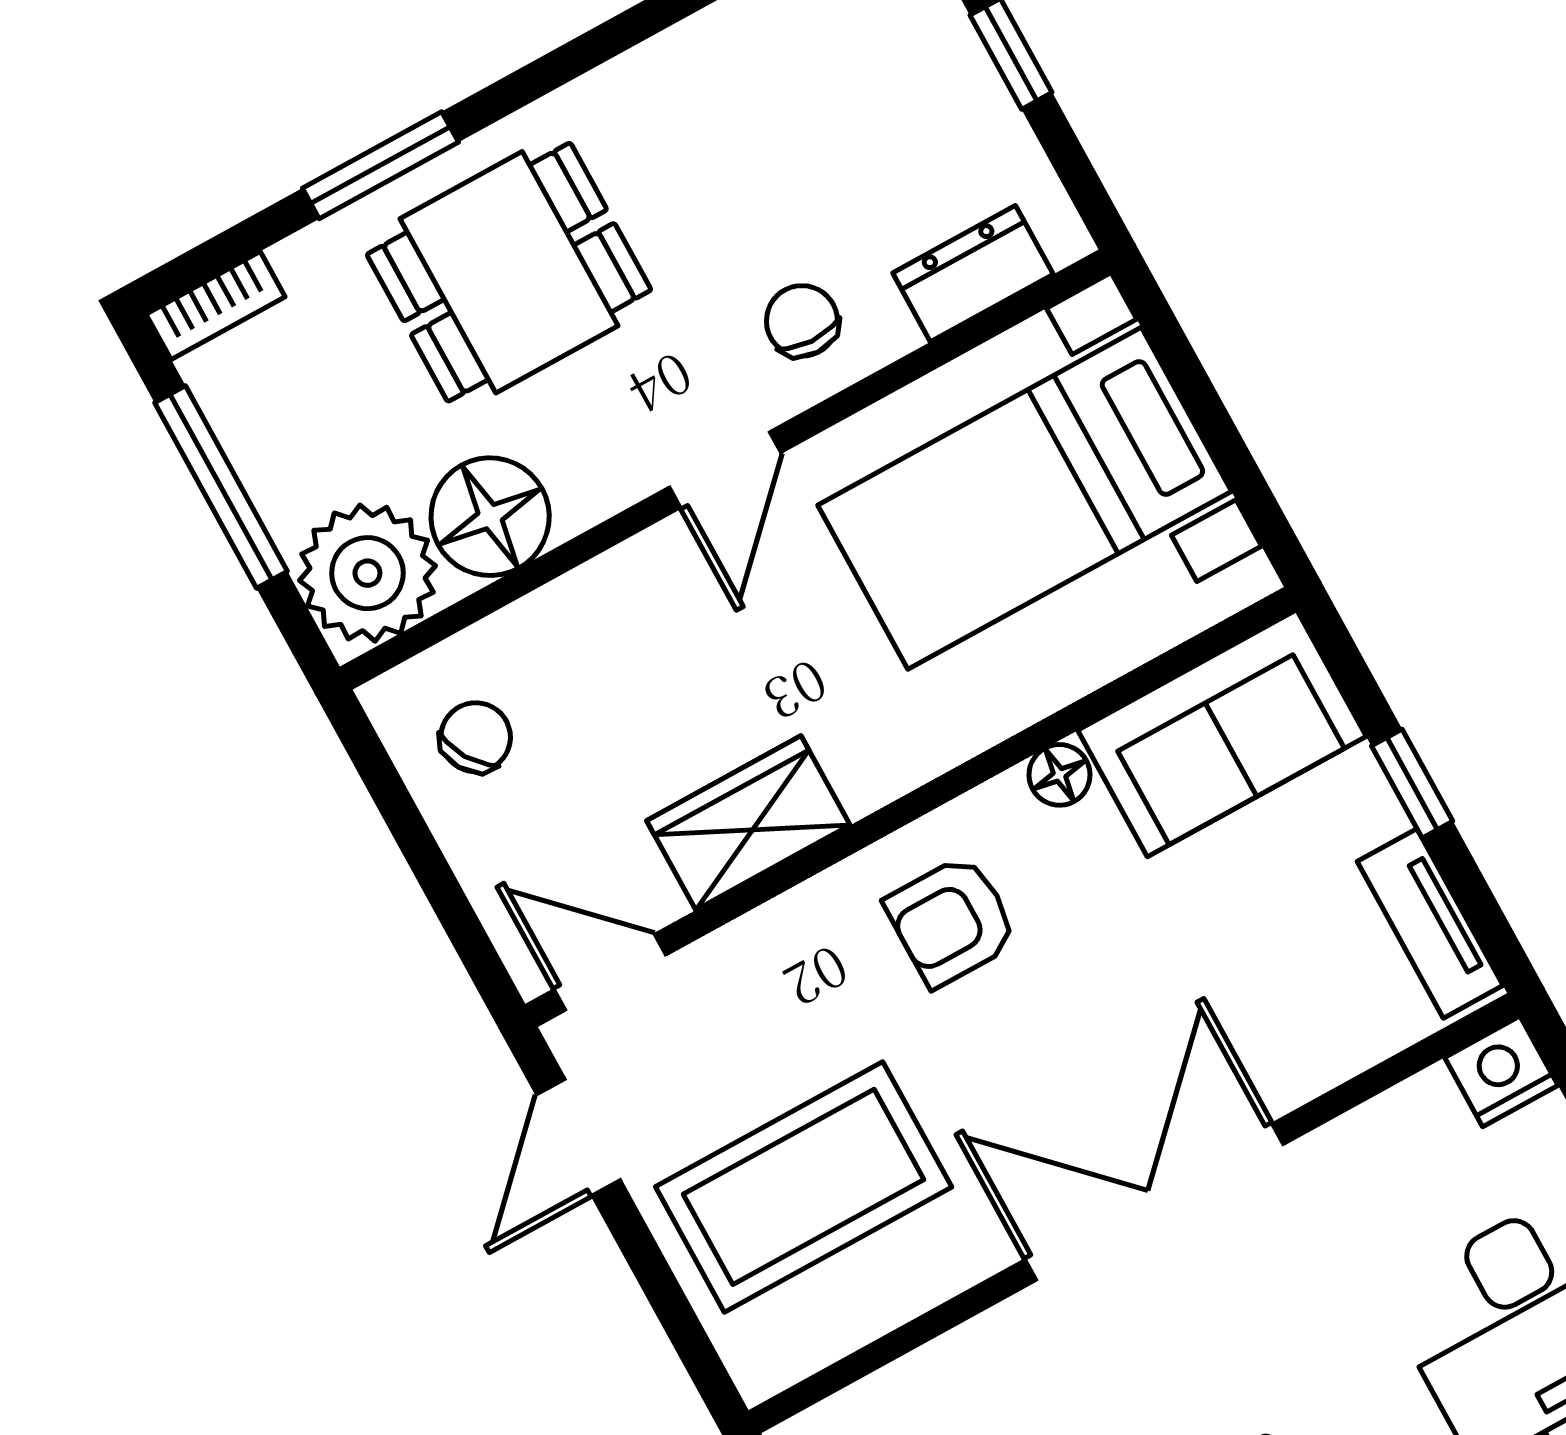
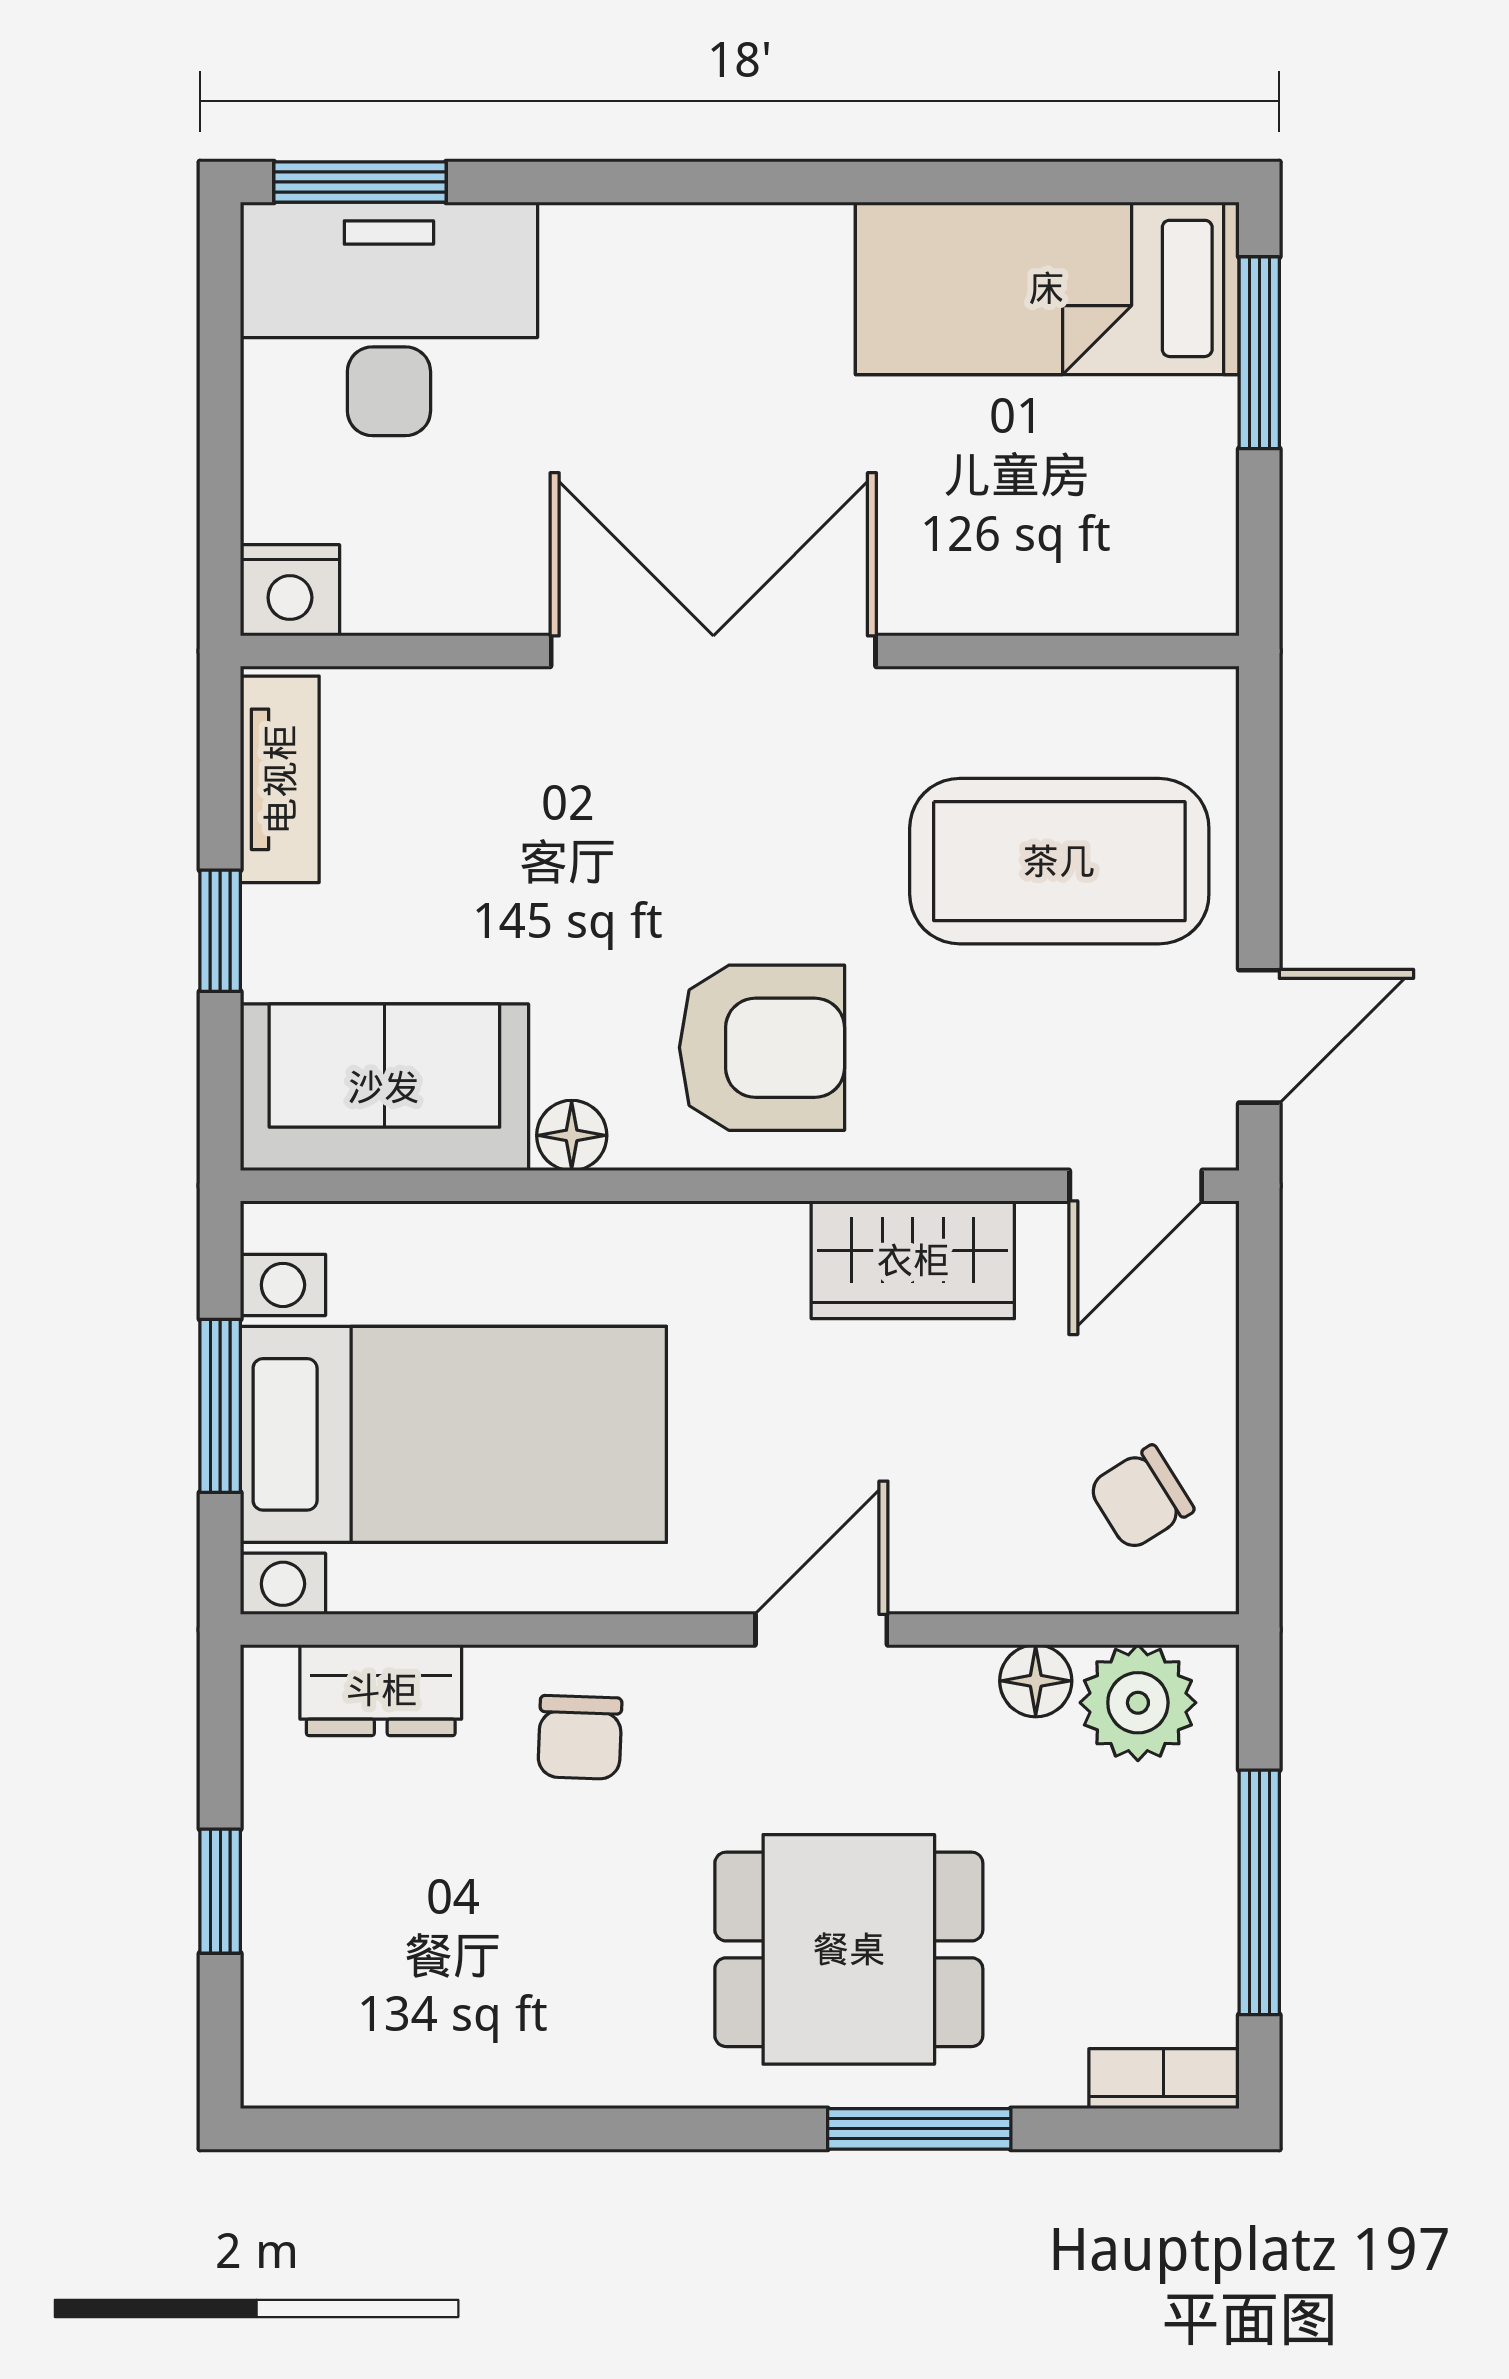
window: (1214, 423) -> (220, 1406), added
door: (725, 470) -> (821, 1630), moved
floor lamp: (490, 517) -> (1036, 1681), width x0.53, depth x0.53
plant: (367, 573) -> (1138, 1703), width x0.73, depth x0.73
armchair: (952, 921) -> (762, 1048), width x1.38, depth x1.38
door: (610, 972) -> (1136, 1186), hinge flipped
double door: (1154, 1202) -> (713, 651), swing flipped

